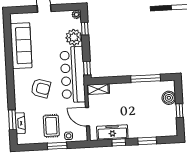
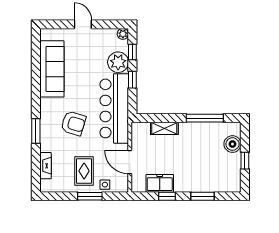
window: (87, 68) -> (132, 80), moved
shelving: (98, 89) -> (164, 128), moved
window: (12, 120) -> (36, 131), moved
freezer: (112, 132) -> (160, 183), width x0.71

